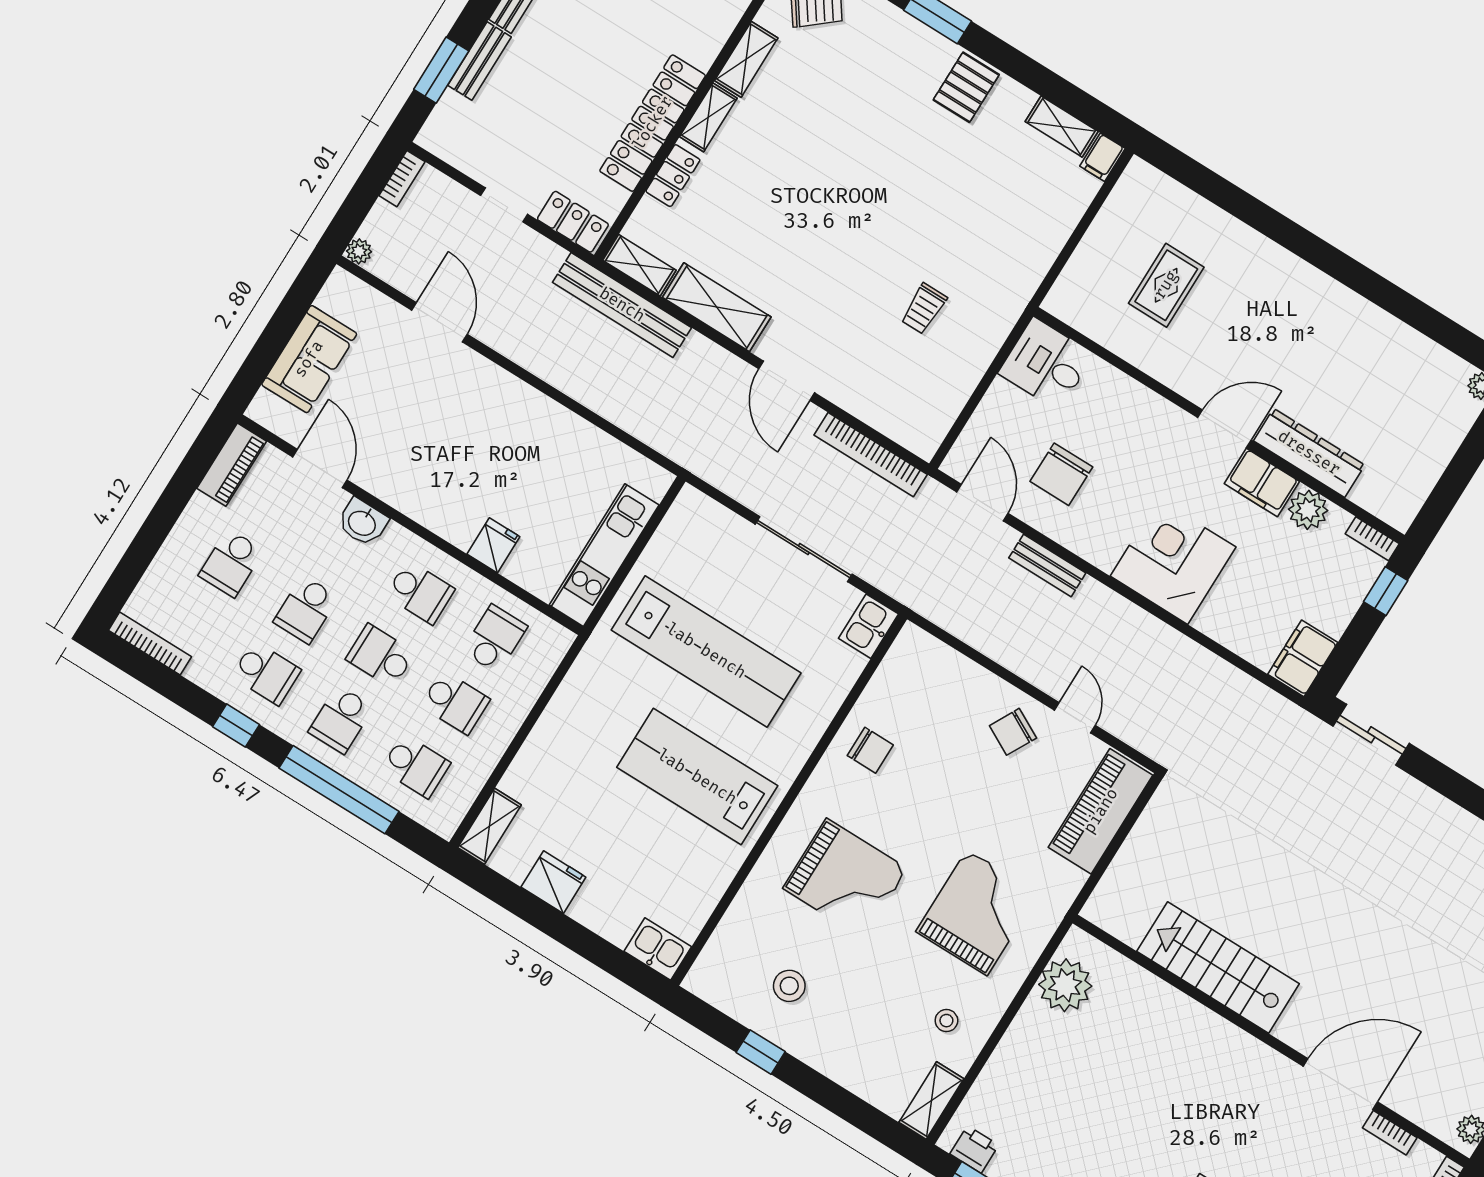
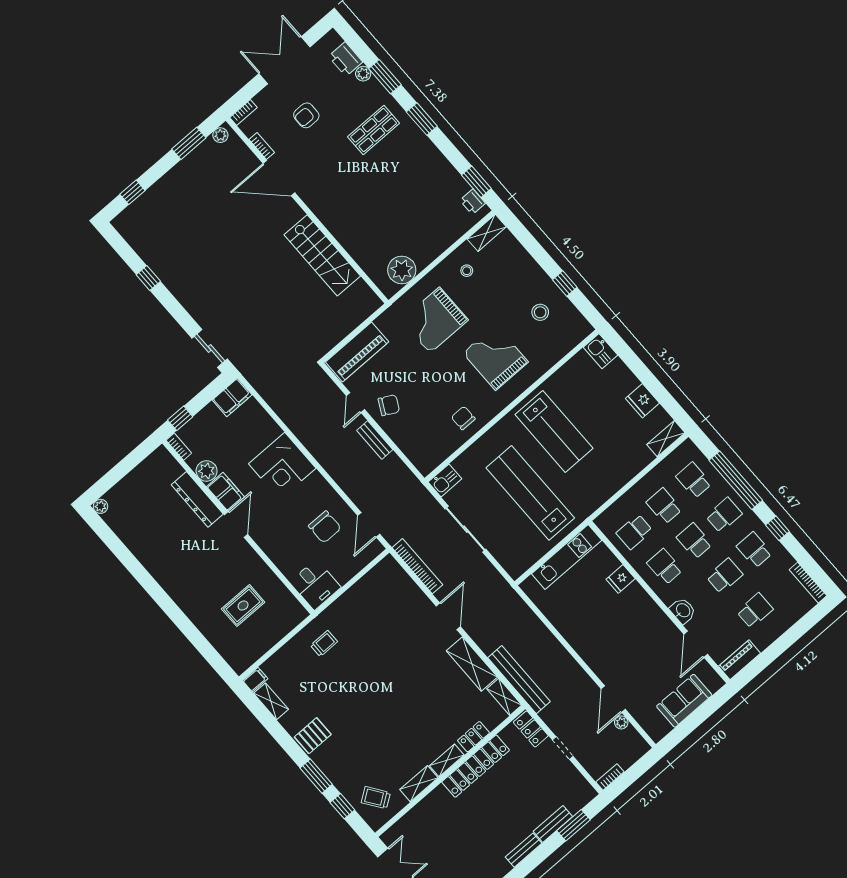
plant: (359, 251) -> (621, 722), moved
trolley: (924, 309) -> (324, 644), moved
door: (1224, 429) -> (236, 525), swing flipped
chair: (1061, 474) -> (325, 527), turned 90
bench: (1047, 565) -> (375, 440), moved
school desk: (381, 656) -> (694, 541), turned 180

